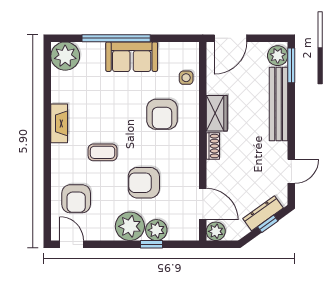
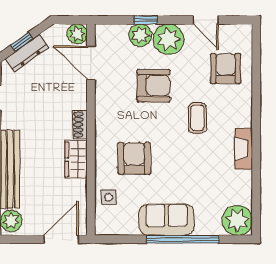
coffee table: (103, 152) -> (197, 118), turned 90
door: (72, 244) -> (206, 20), moved

